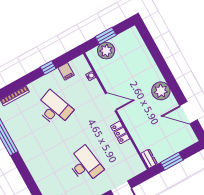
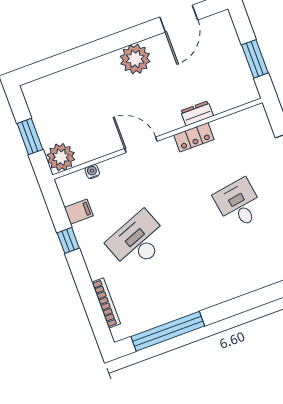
plant: (106, 51) -> (61, 157), moved
door: (111, 102) -> (141, 145), hinge flipped
dresser: (149, 159) -> (197, 113), moved
desk: (85, 165) -> (239, 204), width x0.73

